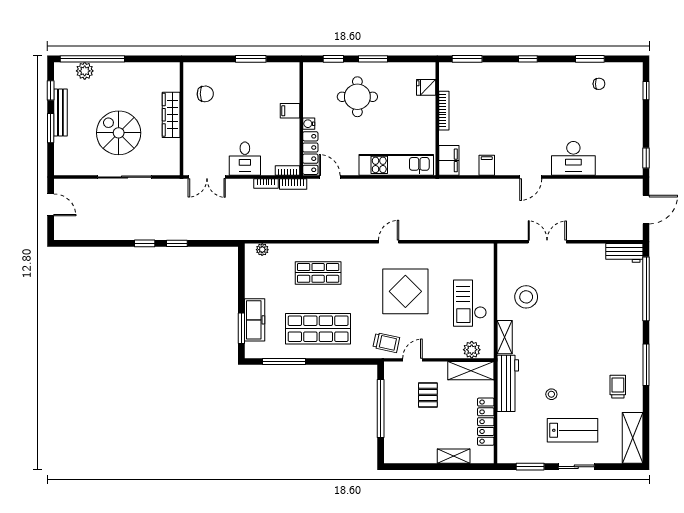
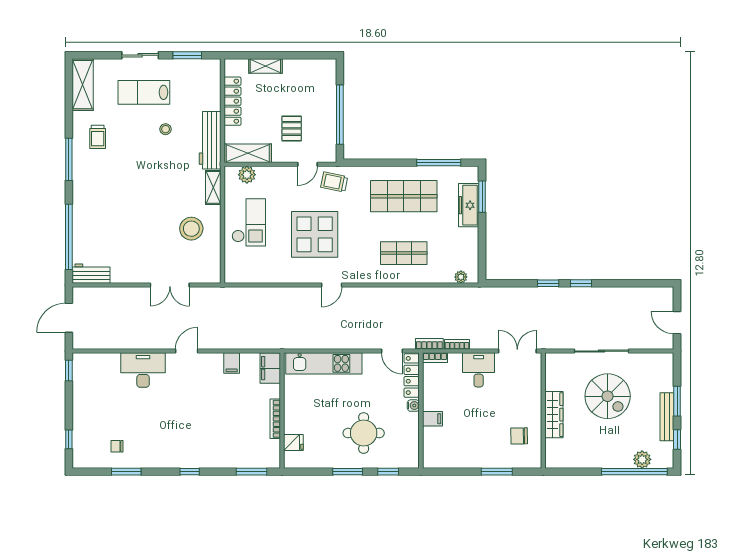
window: (251, 59) -> (497, 472), moved

